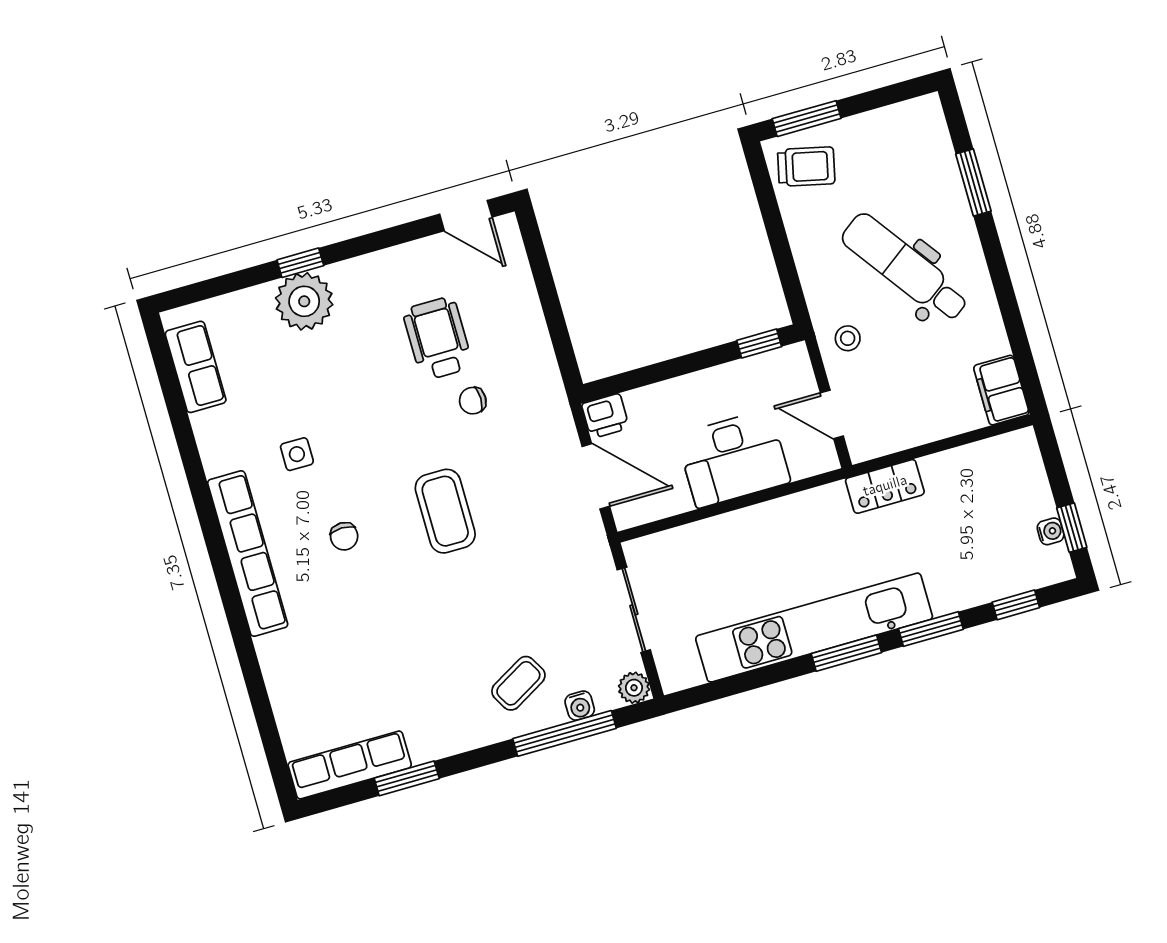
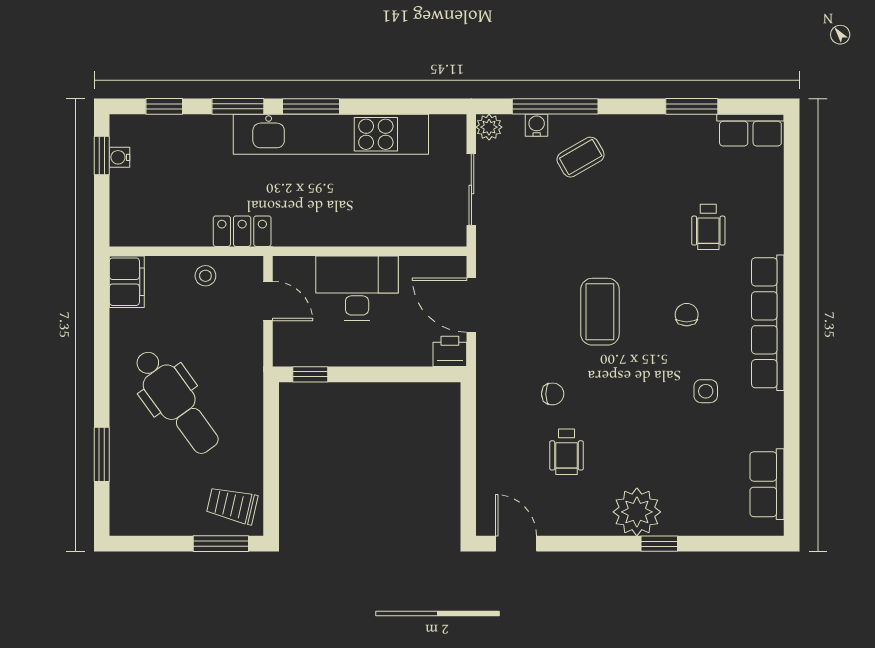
plant: (304, 301) -> (637, 512), moved
wheelchair: (438, 338) -> (567, 452), width x0.73, depth x0.73
stool: (848, 338) -> (205, 276), moved
wheelchair: (348, 645) -> (708, 227), added
row of seats: (350, 765) -> (750, 130), width x0.68

